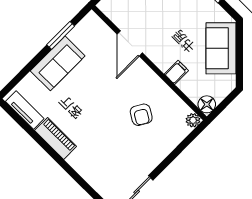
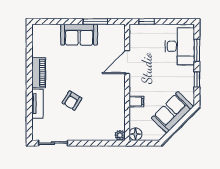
tv unit: (25, 110) -> (37, 104), moved
armchair: (141, 115) -> (72, 101), moved

